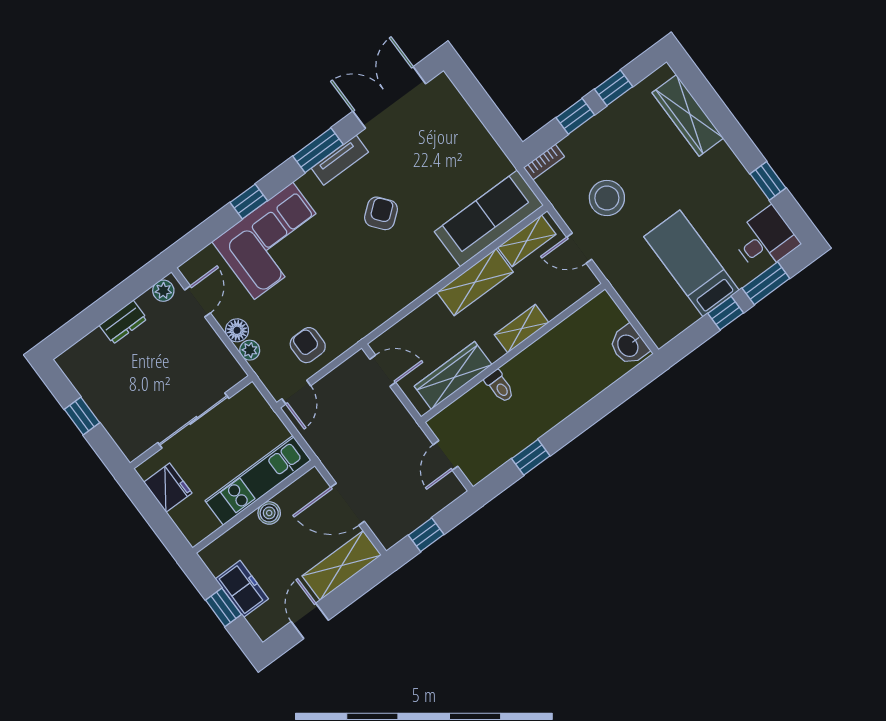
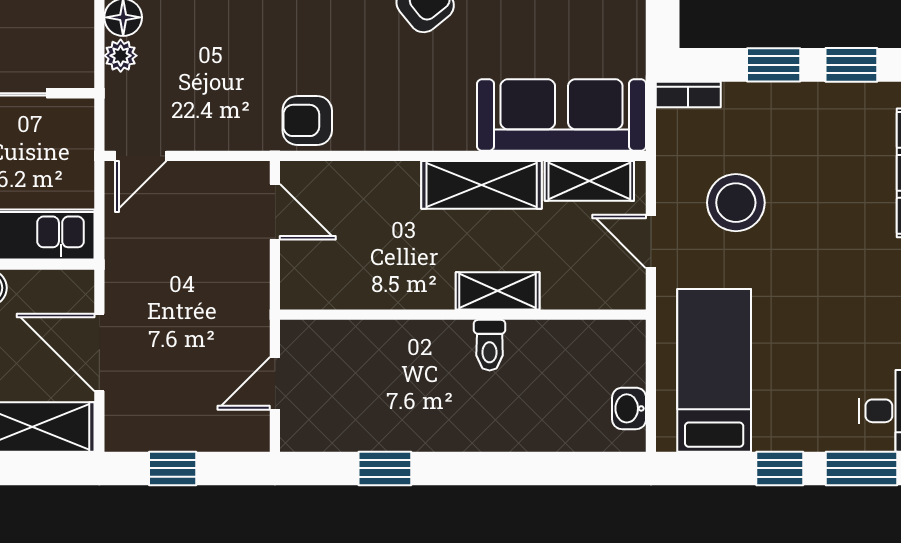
bed: (691, 263) -> (714, 370), moved
armchair: (308, 345) -> (307, 120), moved, turned -90
washbasin: (629, 345) -> (629, 408), width x0.72, depth x0.69
wardrobe: (453, 375) -> (362, 286), removed
toilet: (500, 386) -> (490, 345), moved

